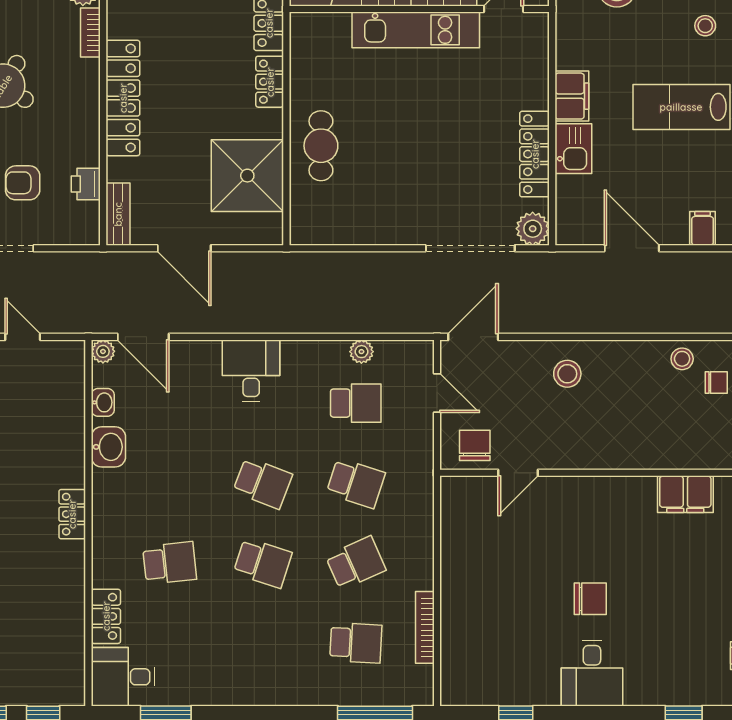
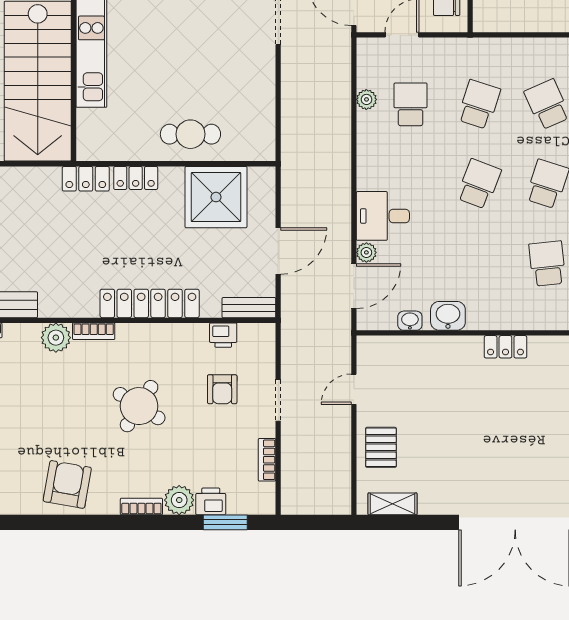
plant: (103, 351) -> (366, 252), moved
desk: (251, 371) -> (383, 216), moved

